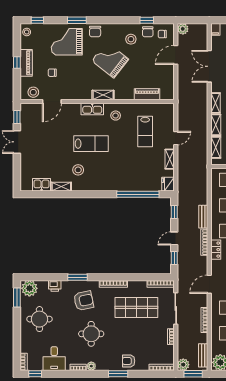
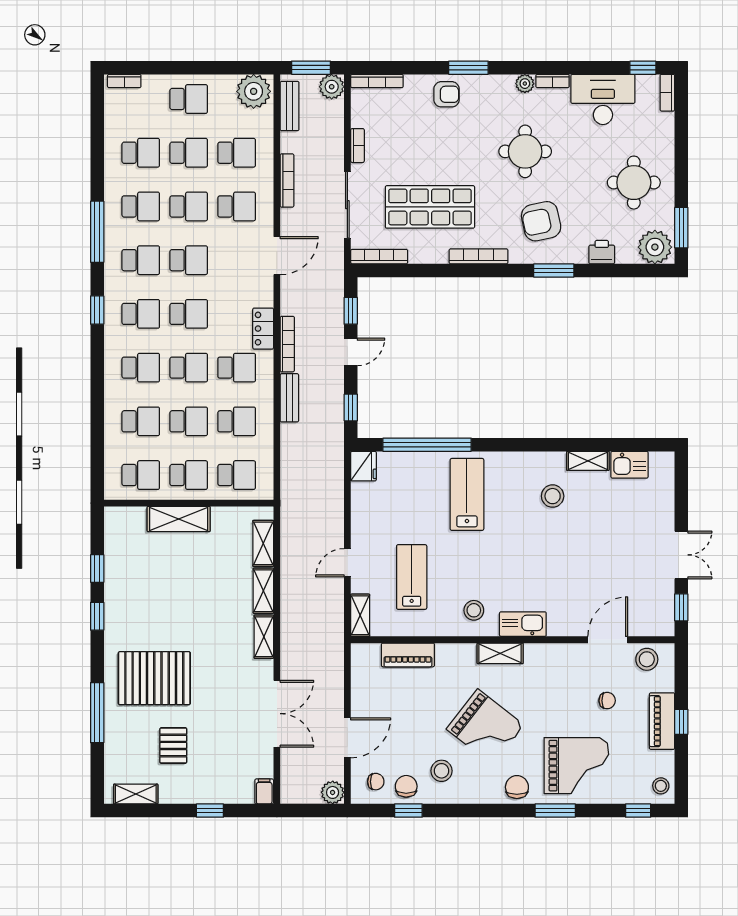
lab bench: (91, 144) -> (467, 494), moved, turned 90
shelving: (170, 159) -> (360, 615), moved
desk: (54, 359) -> (603, 99), width x1.37

